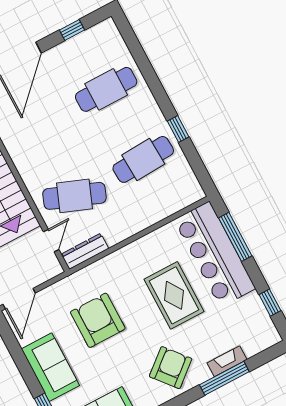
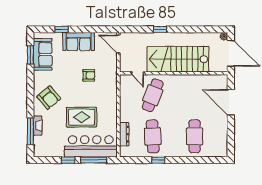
window: (72, 30) -> (231, 135), removed
dresser: (85, 251) -> (124, 134), moved
window: (270, 303) -> (68, 160), moved
armchair: (98, 320) -> (89, 75), width x0.53, depth x0.53
window: (224, 378) -> (30, 131), moved

